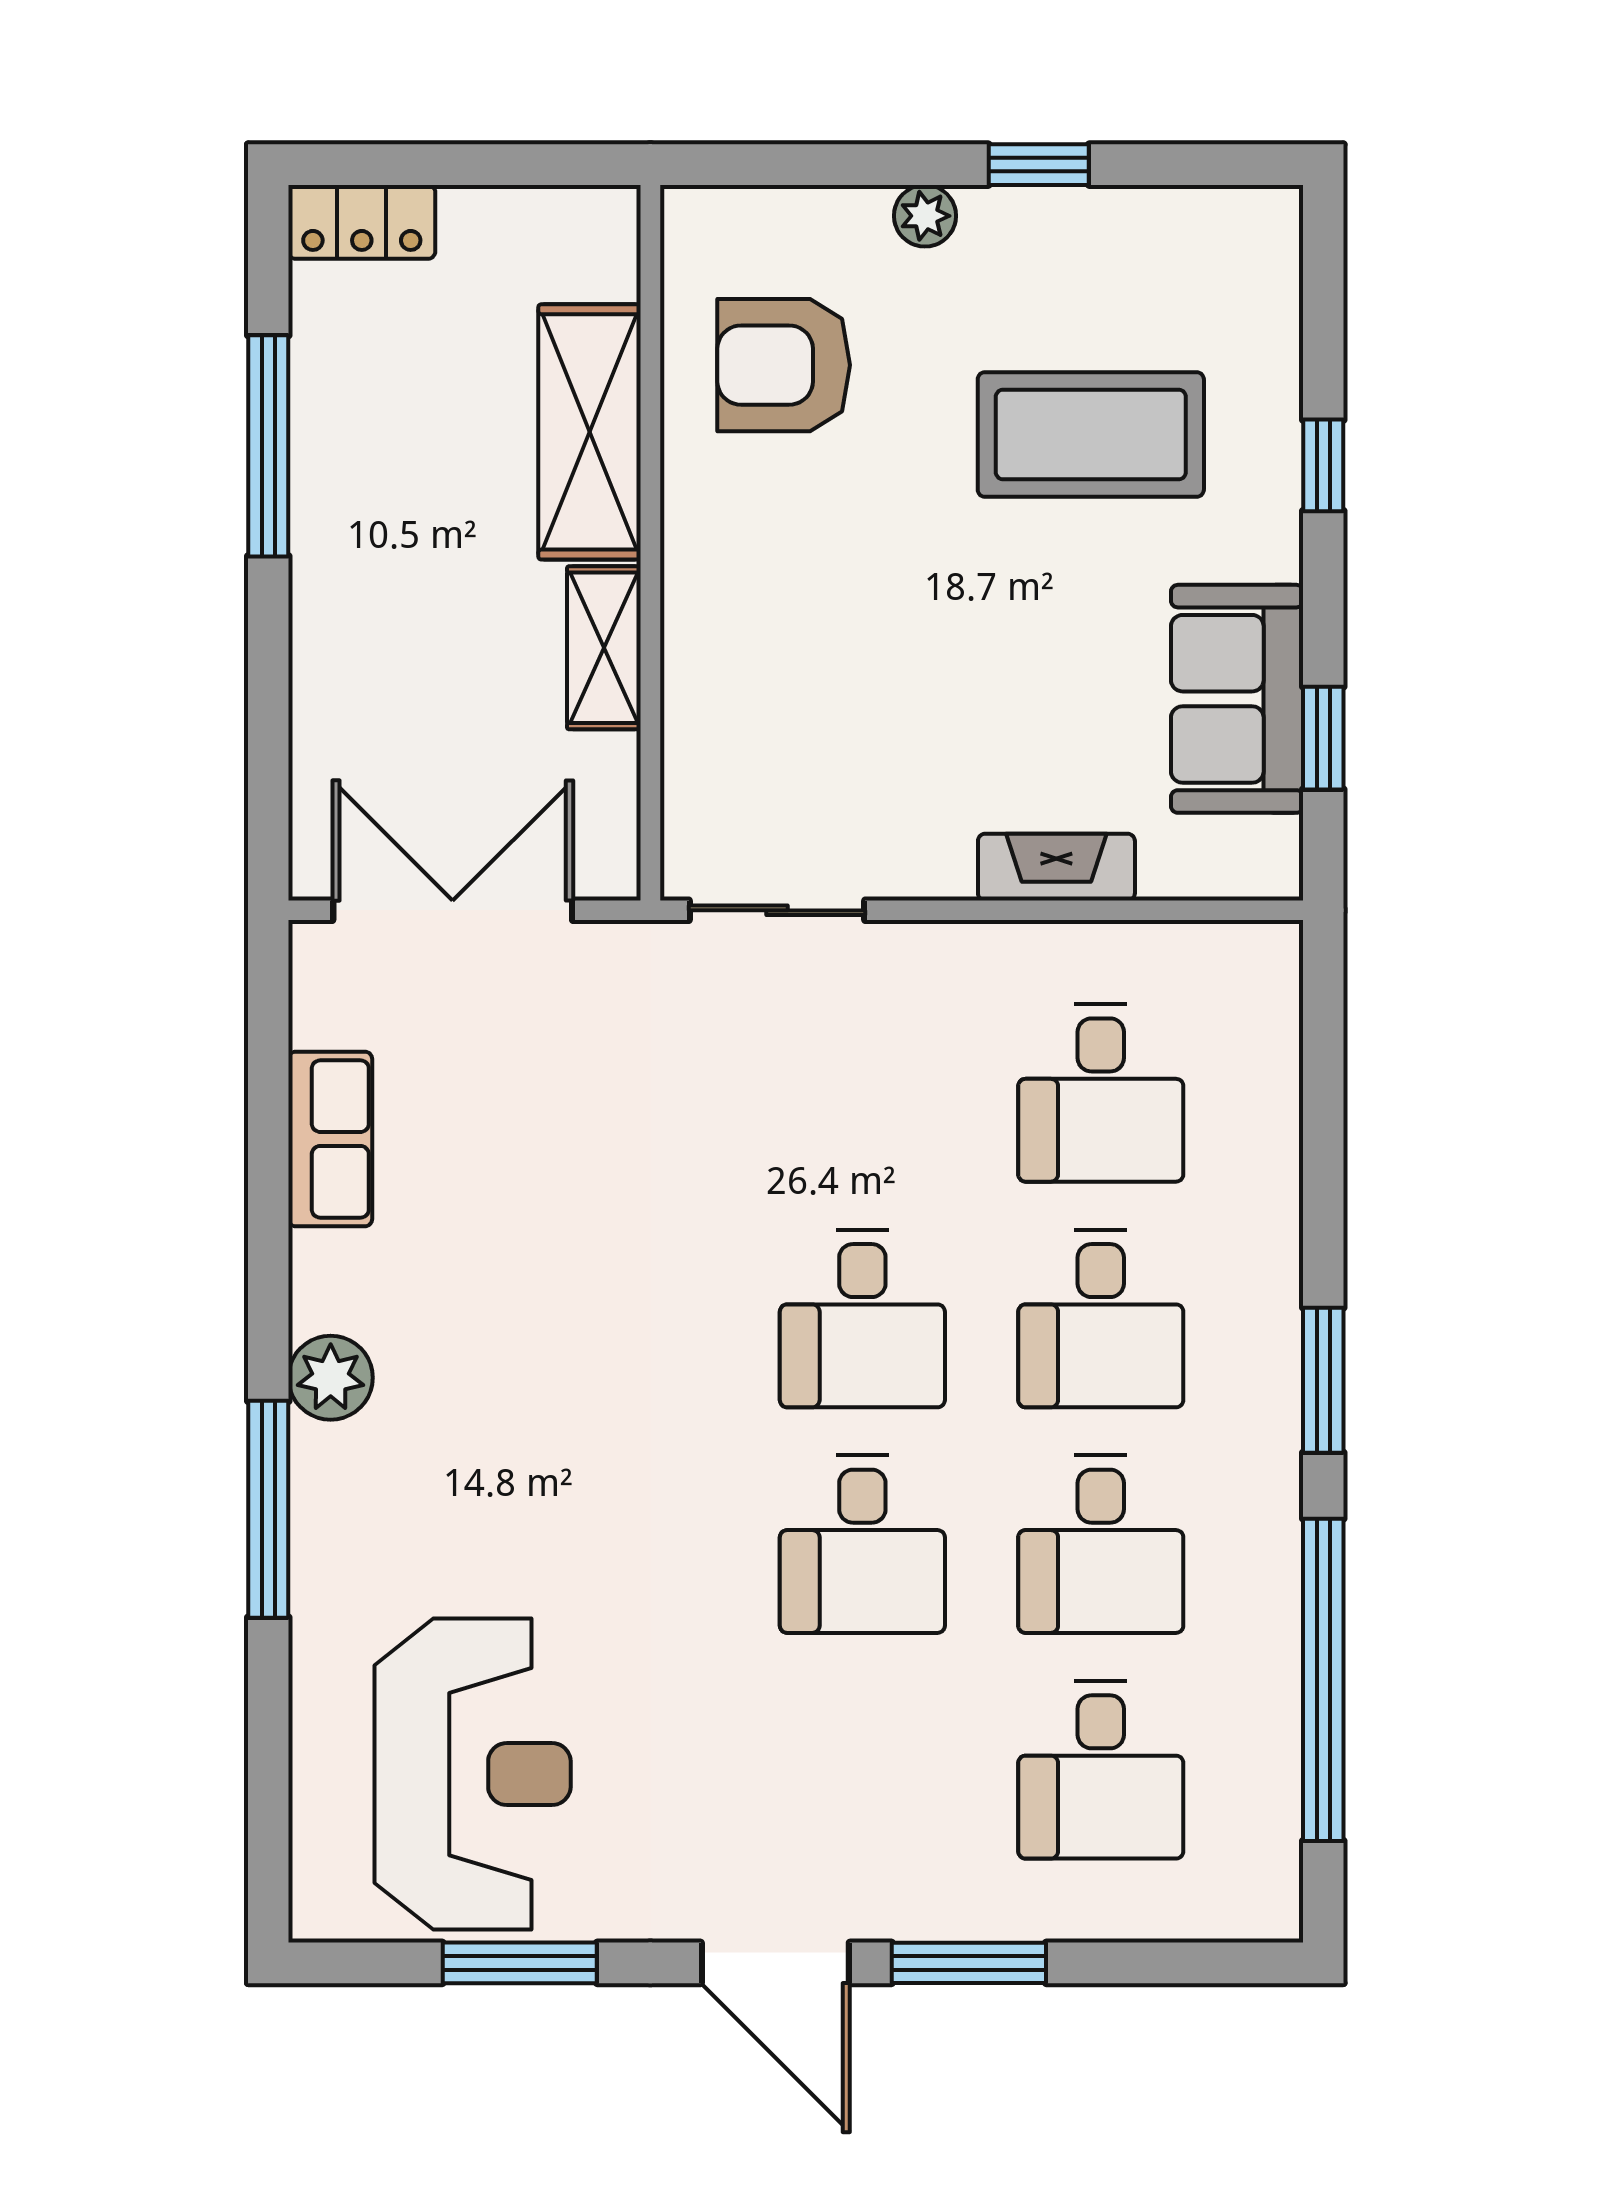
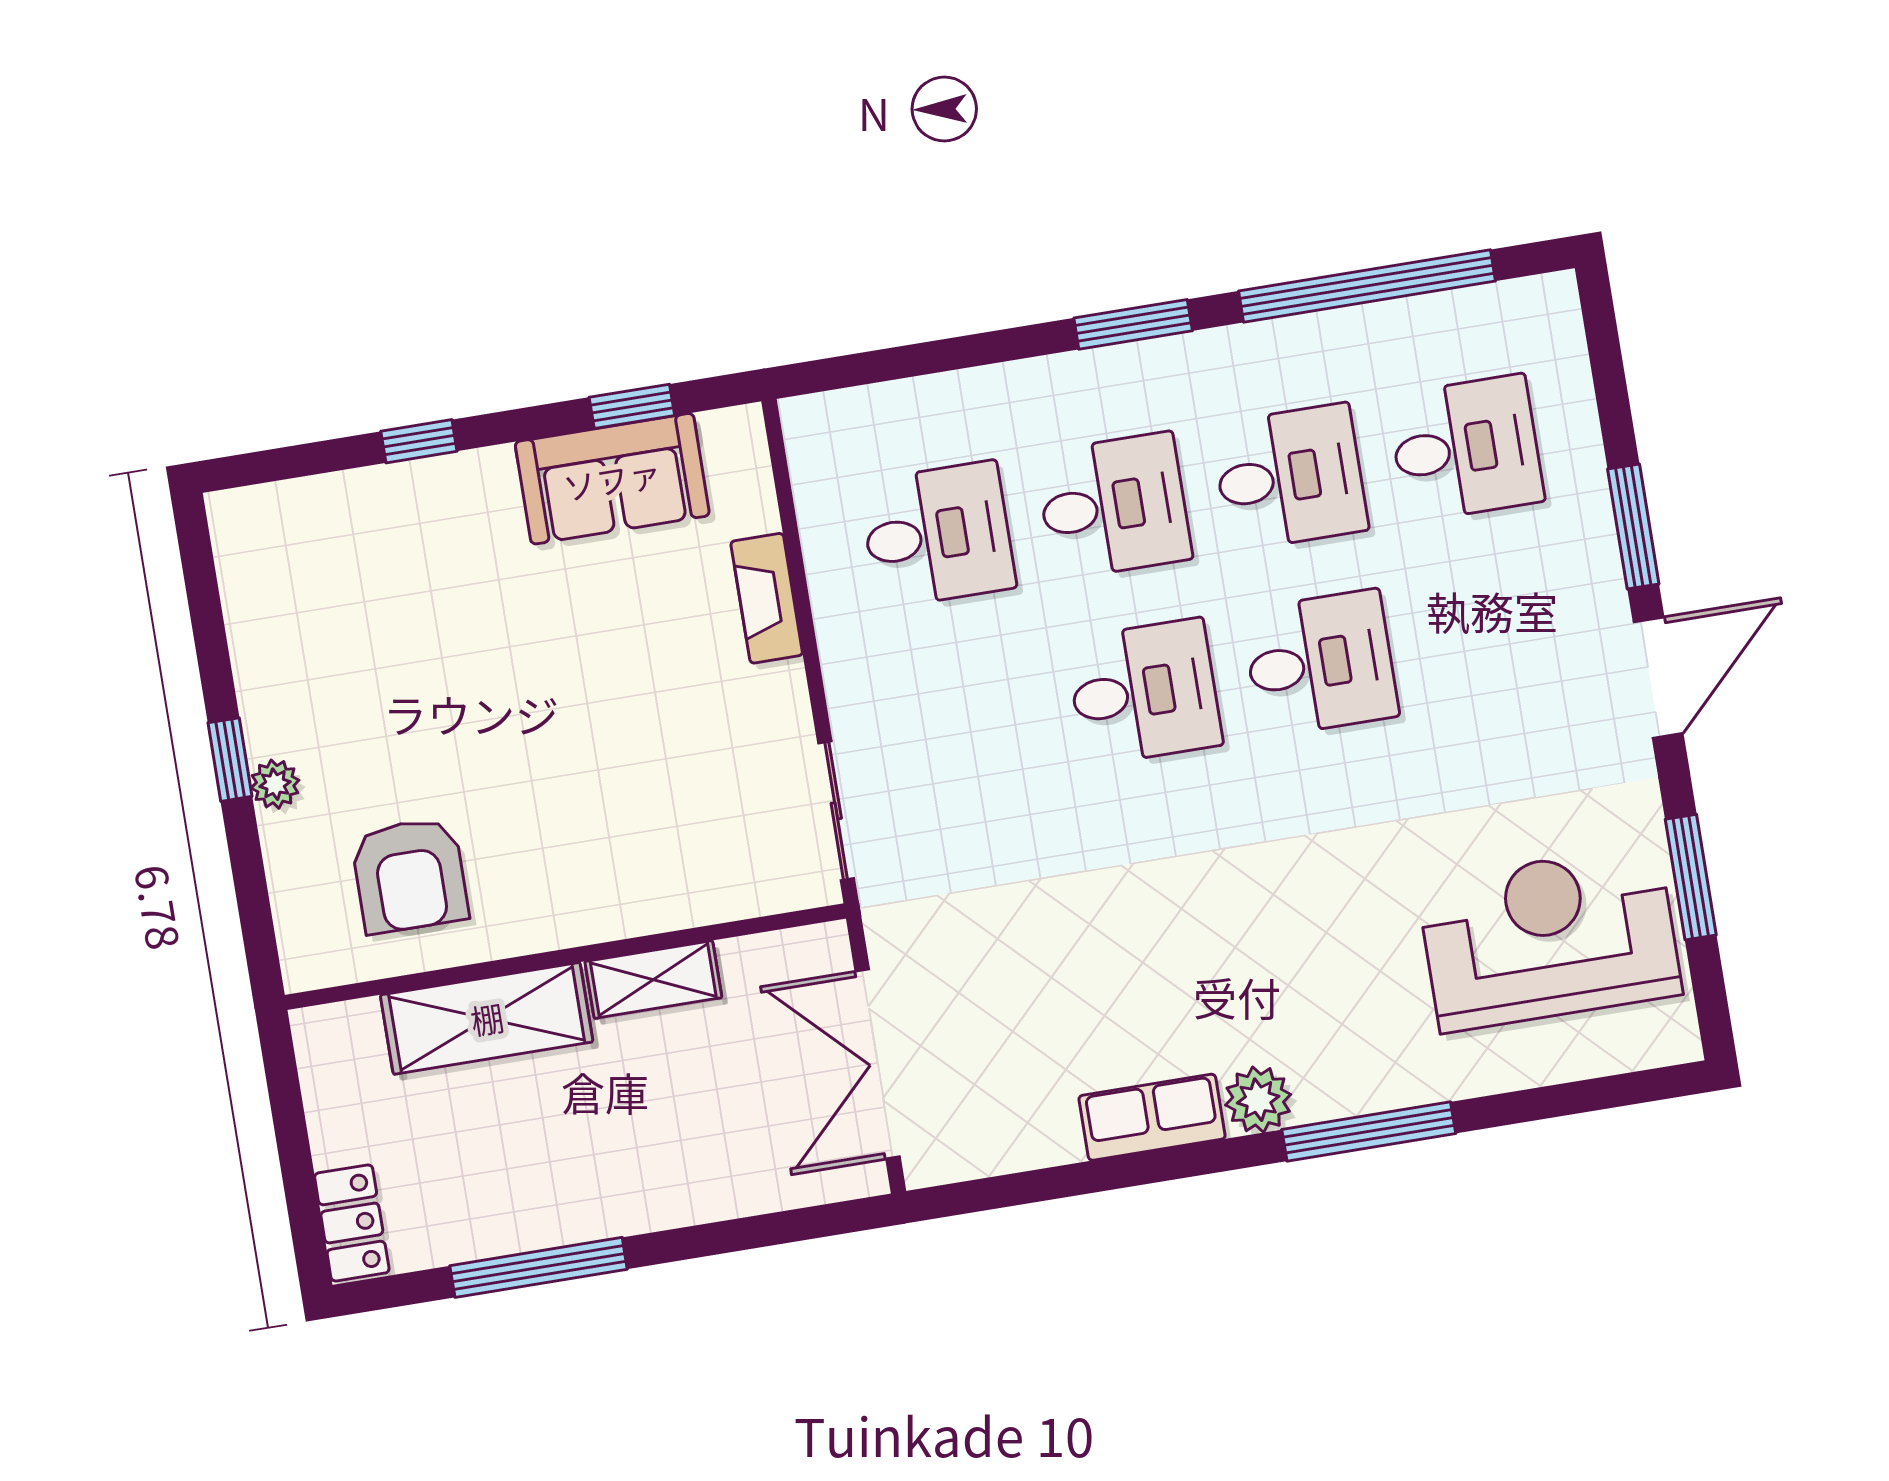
window: (1039, 165) -> (230, 760), moved
coffee table: (1091, 435) -> (425, 627), removed
row of seats: (330, 1139) -> (1152, 1117), moved

